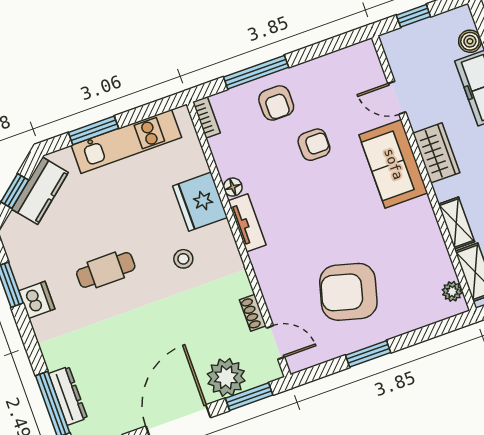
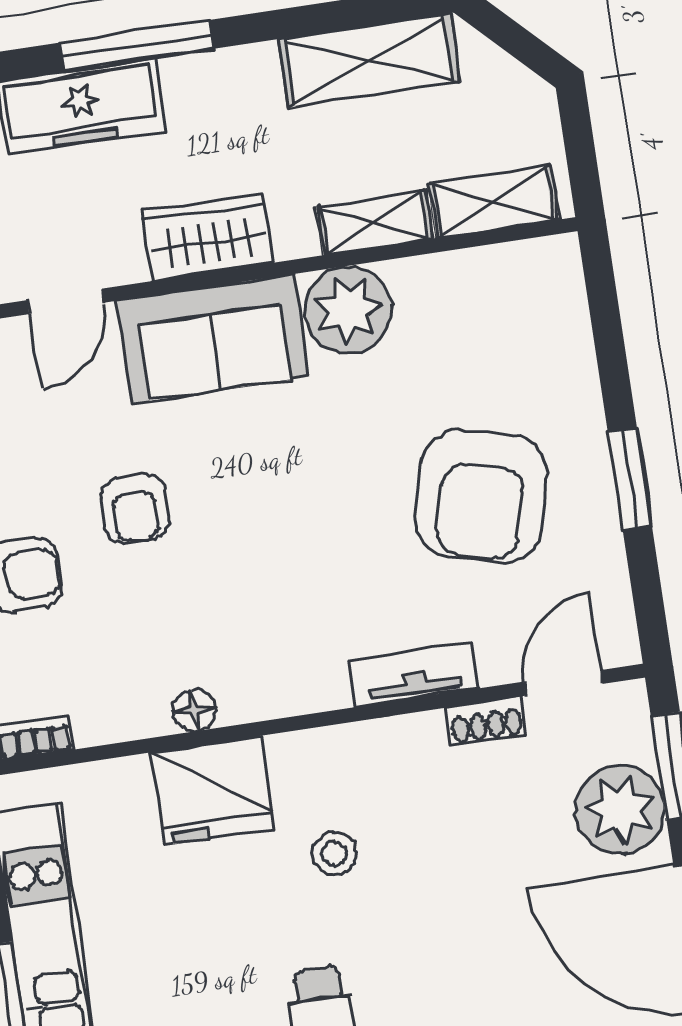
armchair: (314, 145) -> (135, 509), turned 180
tv unit: (247, 223) -> (414, 674), moved
plant: (452, 291) -> (348, 310), moved, width x1.88, depth x1.88

